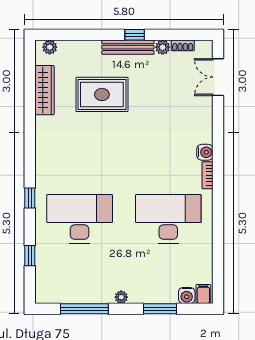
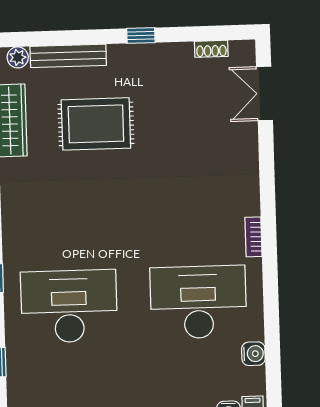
bench: (128, 47) -> (68, 56), moved
plant: (163, 47) -> (182, 52), removed
water cooler: (205, 152) -> (253, 354), moved

